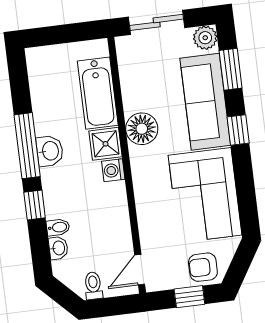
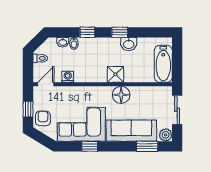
bathtub: (98, 93) -> (163, 64), moved, turned -90
window: (238, 130) -> (90, 146), moved
window: (27, 146) -> (120, 32), width x0.46
washbasin: (50, 151) -> (129, 44), moved
washing machine: (113, 170) -> (68, 77), moved
door: (140, 270) -> (46, 84), hinge flipped

